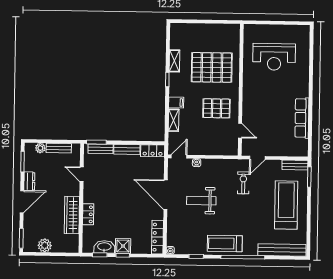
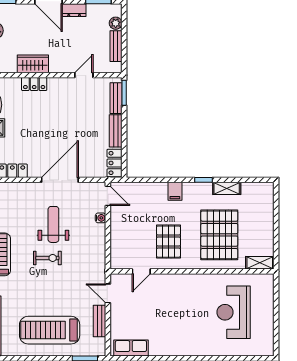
row of seats: (302, 118) -> (131, 348), moved, width x0.68
shelving: (174, 120) -> (260, 263), moved
bench: (295, 165) -> (100, 321), moved
exercise bike: (243, 183) -> (47, 258), moved
treadmill: (286, 205) -> (50, 330), turned 180
wardrobe: (72, 215) -> (33, 64), width x0.67

